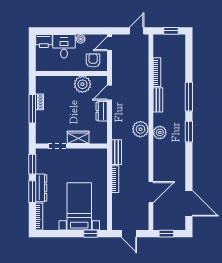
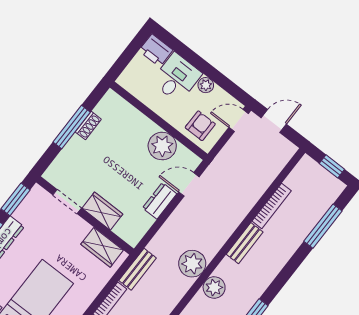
door: (137, 31) -> (274, 121), moved
window: (189, 97) -> (323, 226), moved
wardrobe: (91, 155) -> (102, 247), added

